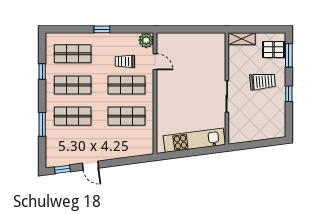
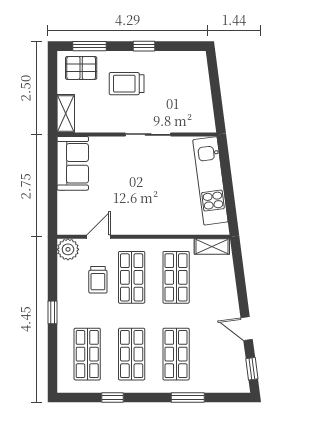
sofa: (207, 44) -> (73, 163), added
pallet: (273, 49) -> (81, 68), turned 90
trolley: (263, 81) -> (127, 84), turned -85
shelving: (148, 141) -> (212, 246), added
door: (90, 166) -> (247, 329), swing flipped

